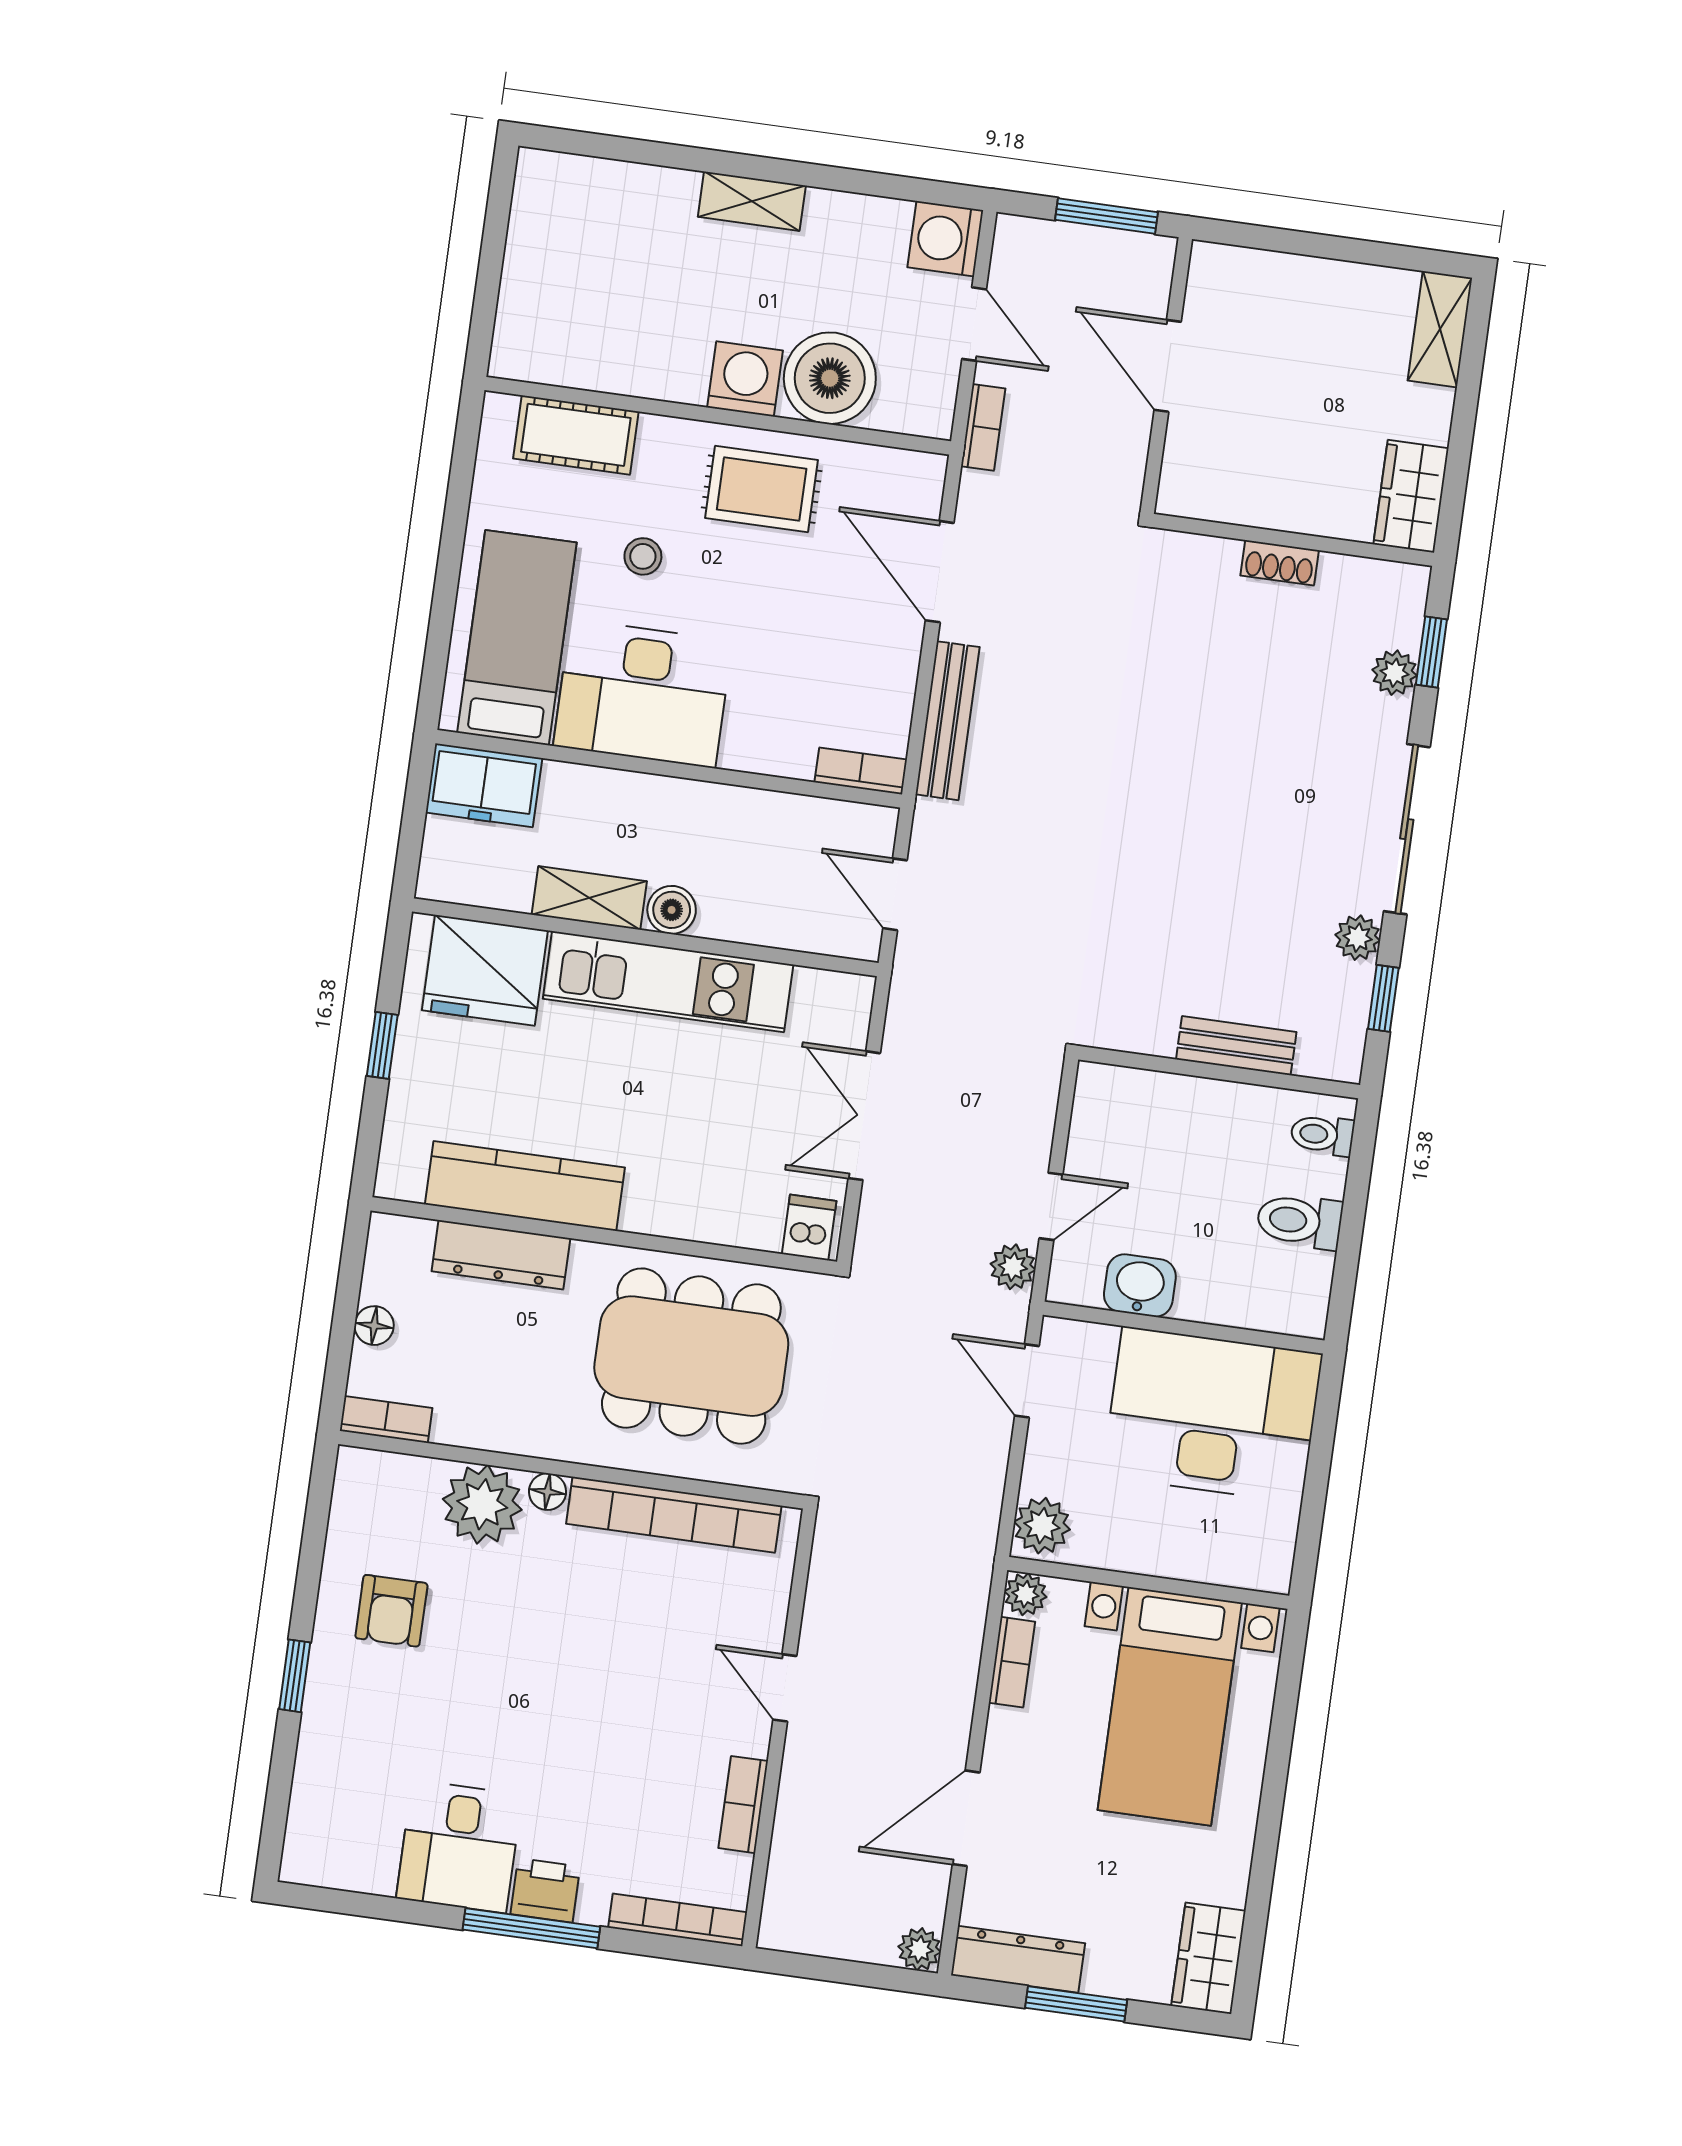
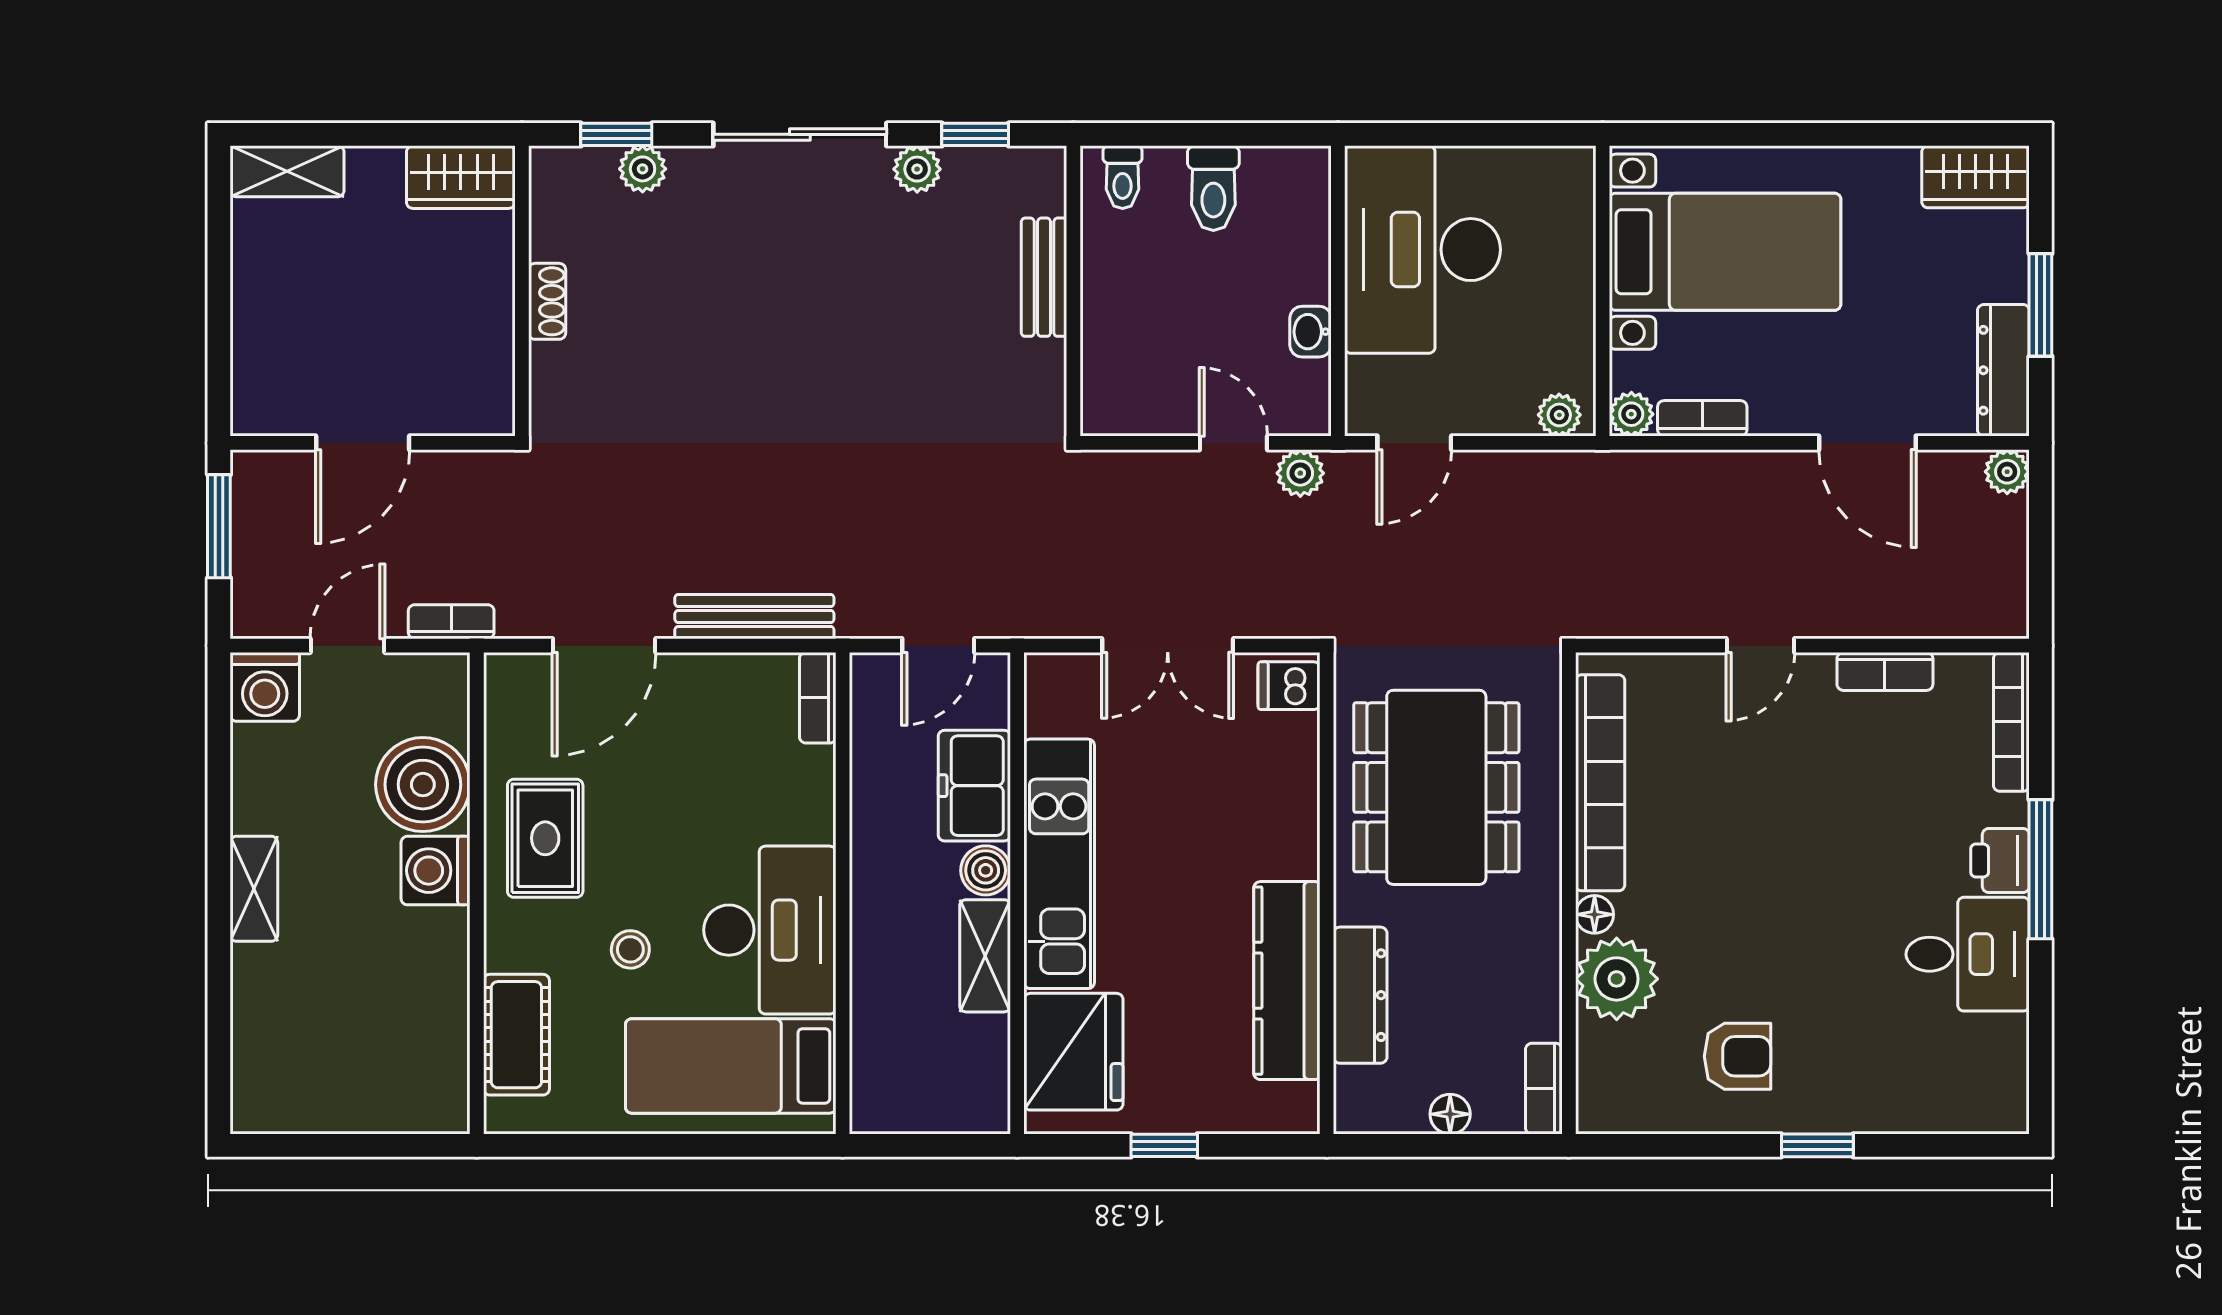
freezer: (484, 785) -> (974, 786), moved, turned 180
washbasin: (1140, 1285) -> (1311, 332), width x0.72, depth x0.69
plant: (1042, 1526) -> (1559, 415), width x0.73, depth x0.73

